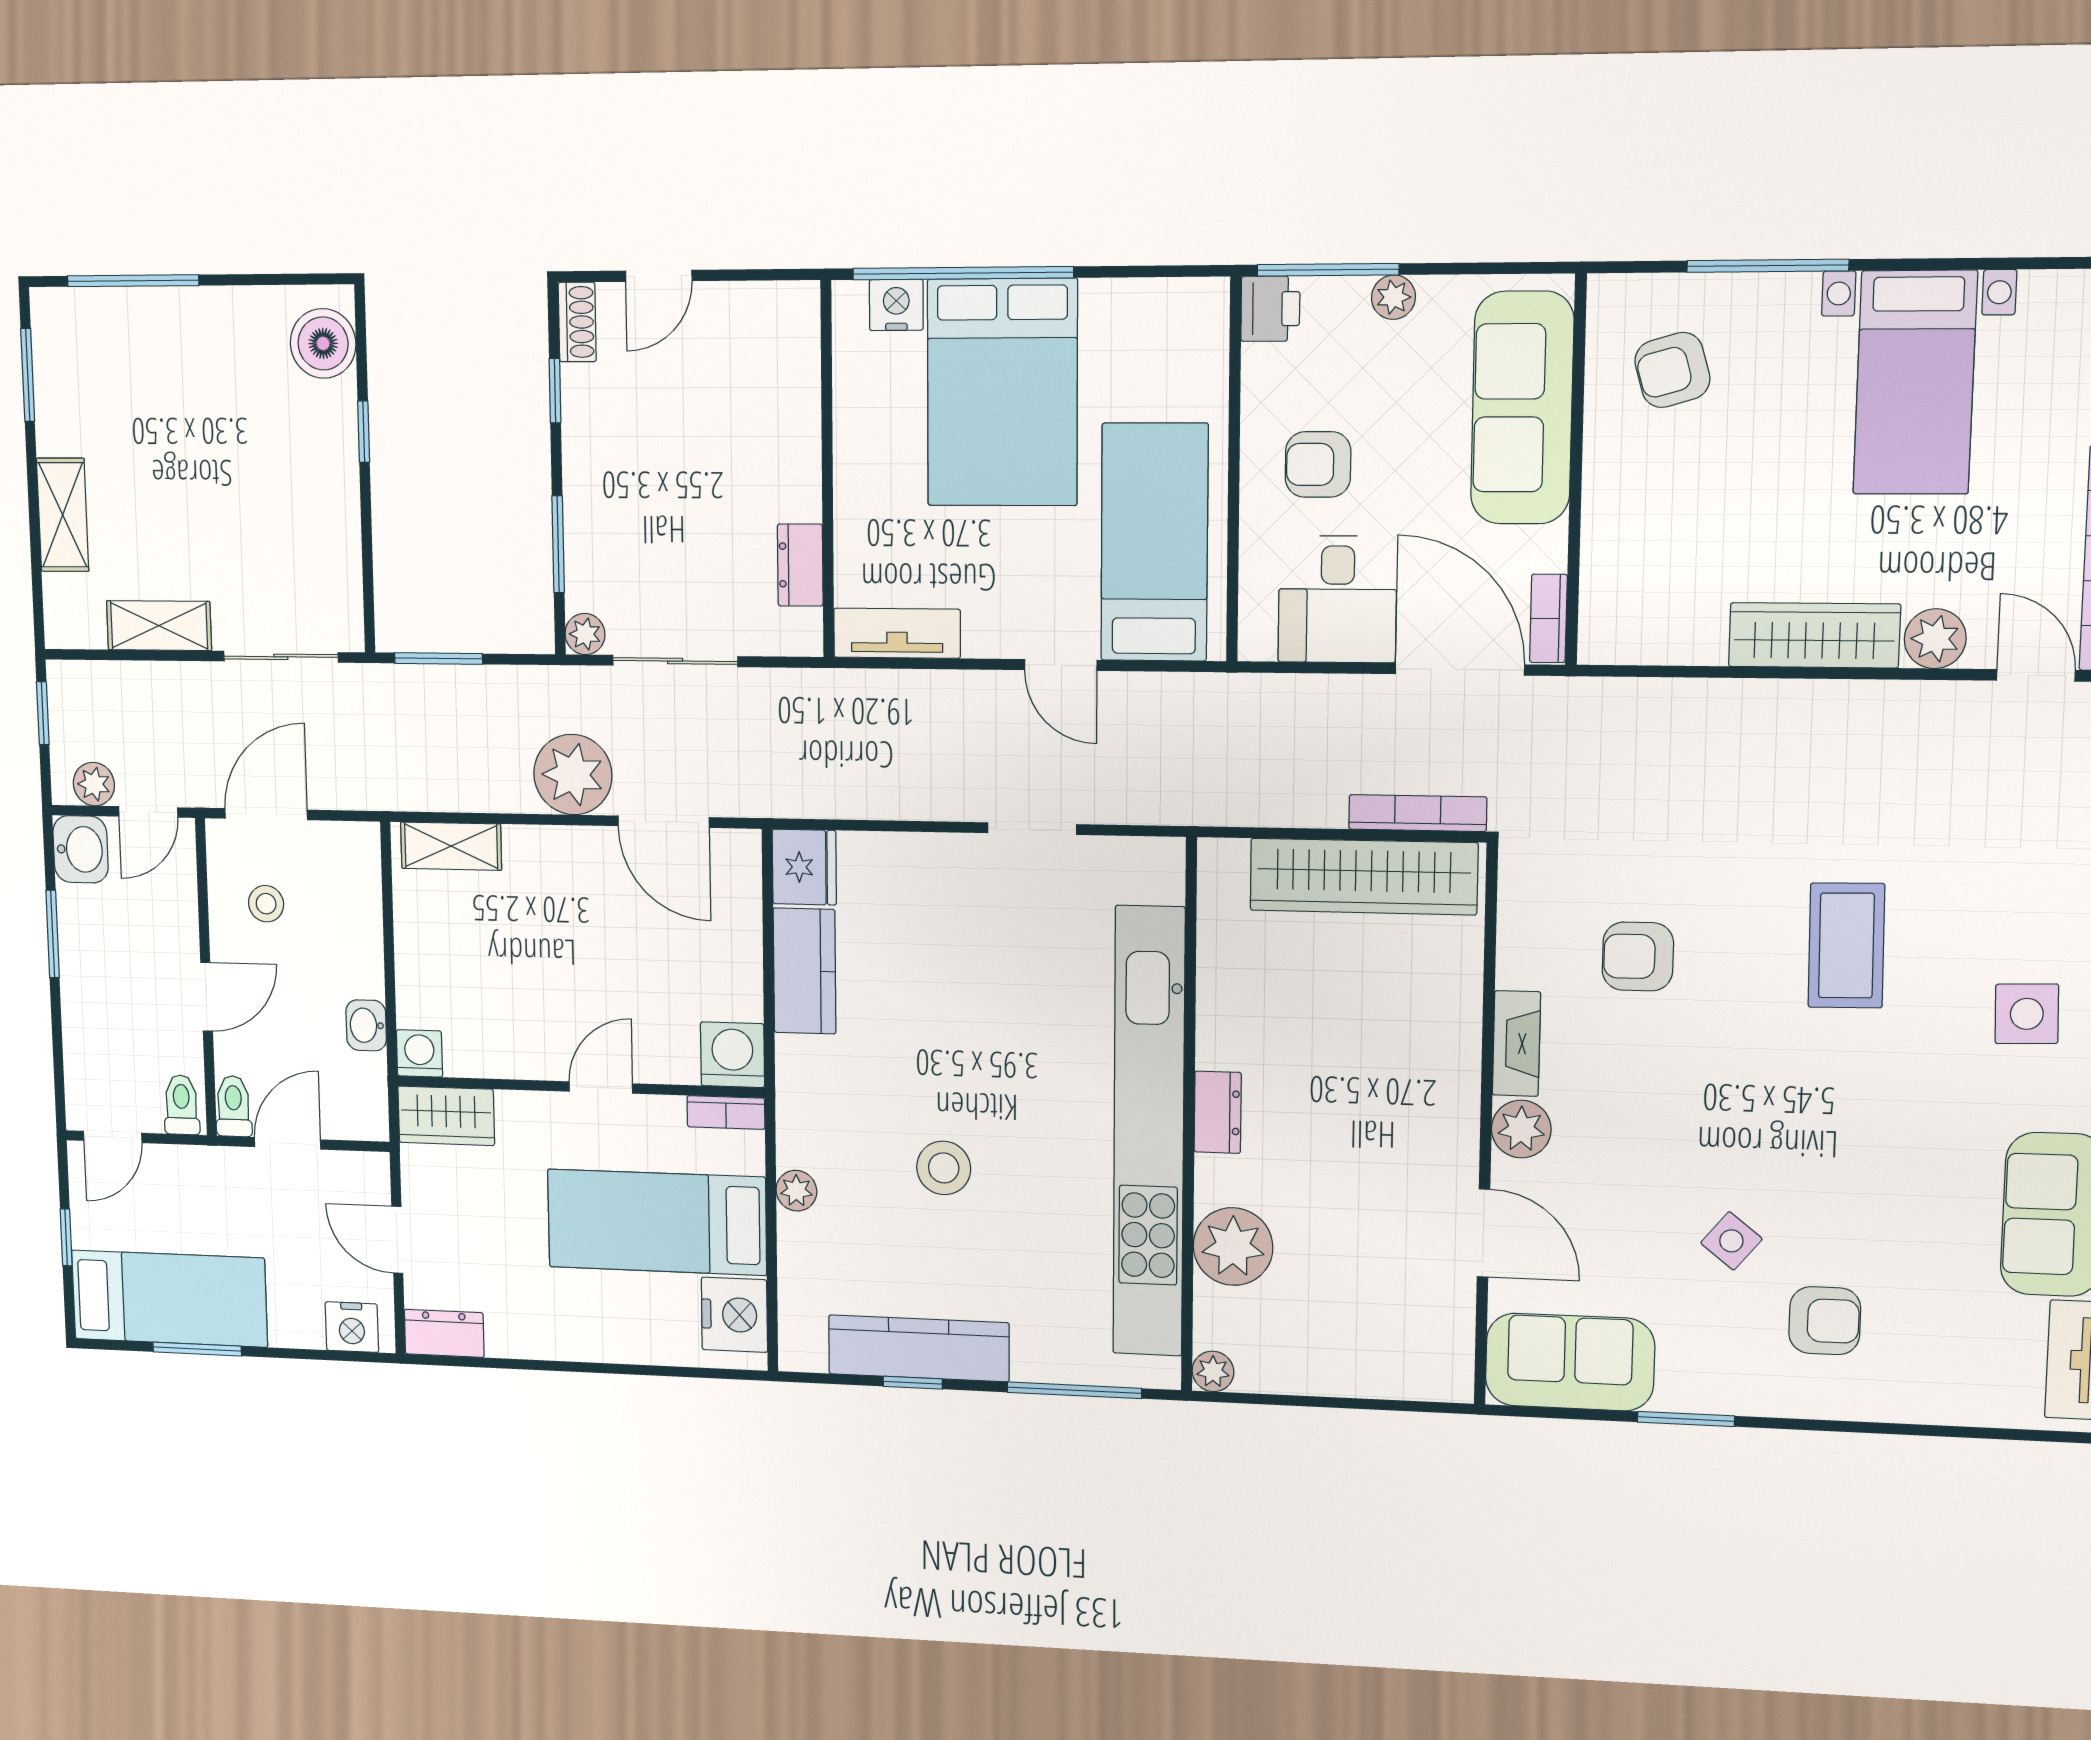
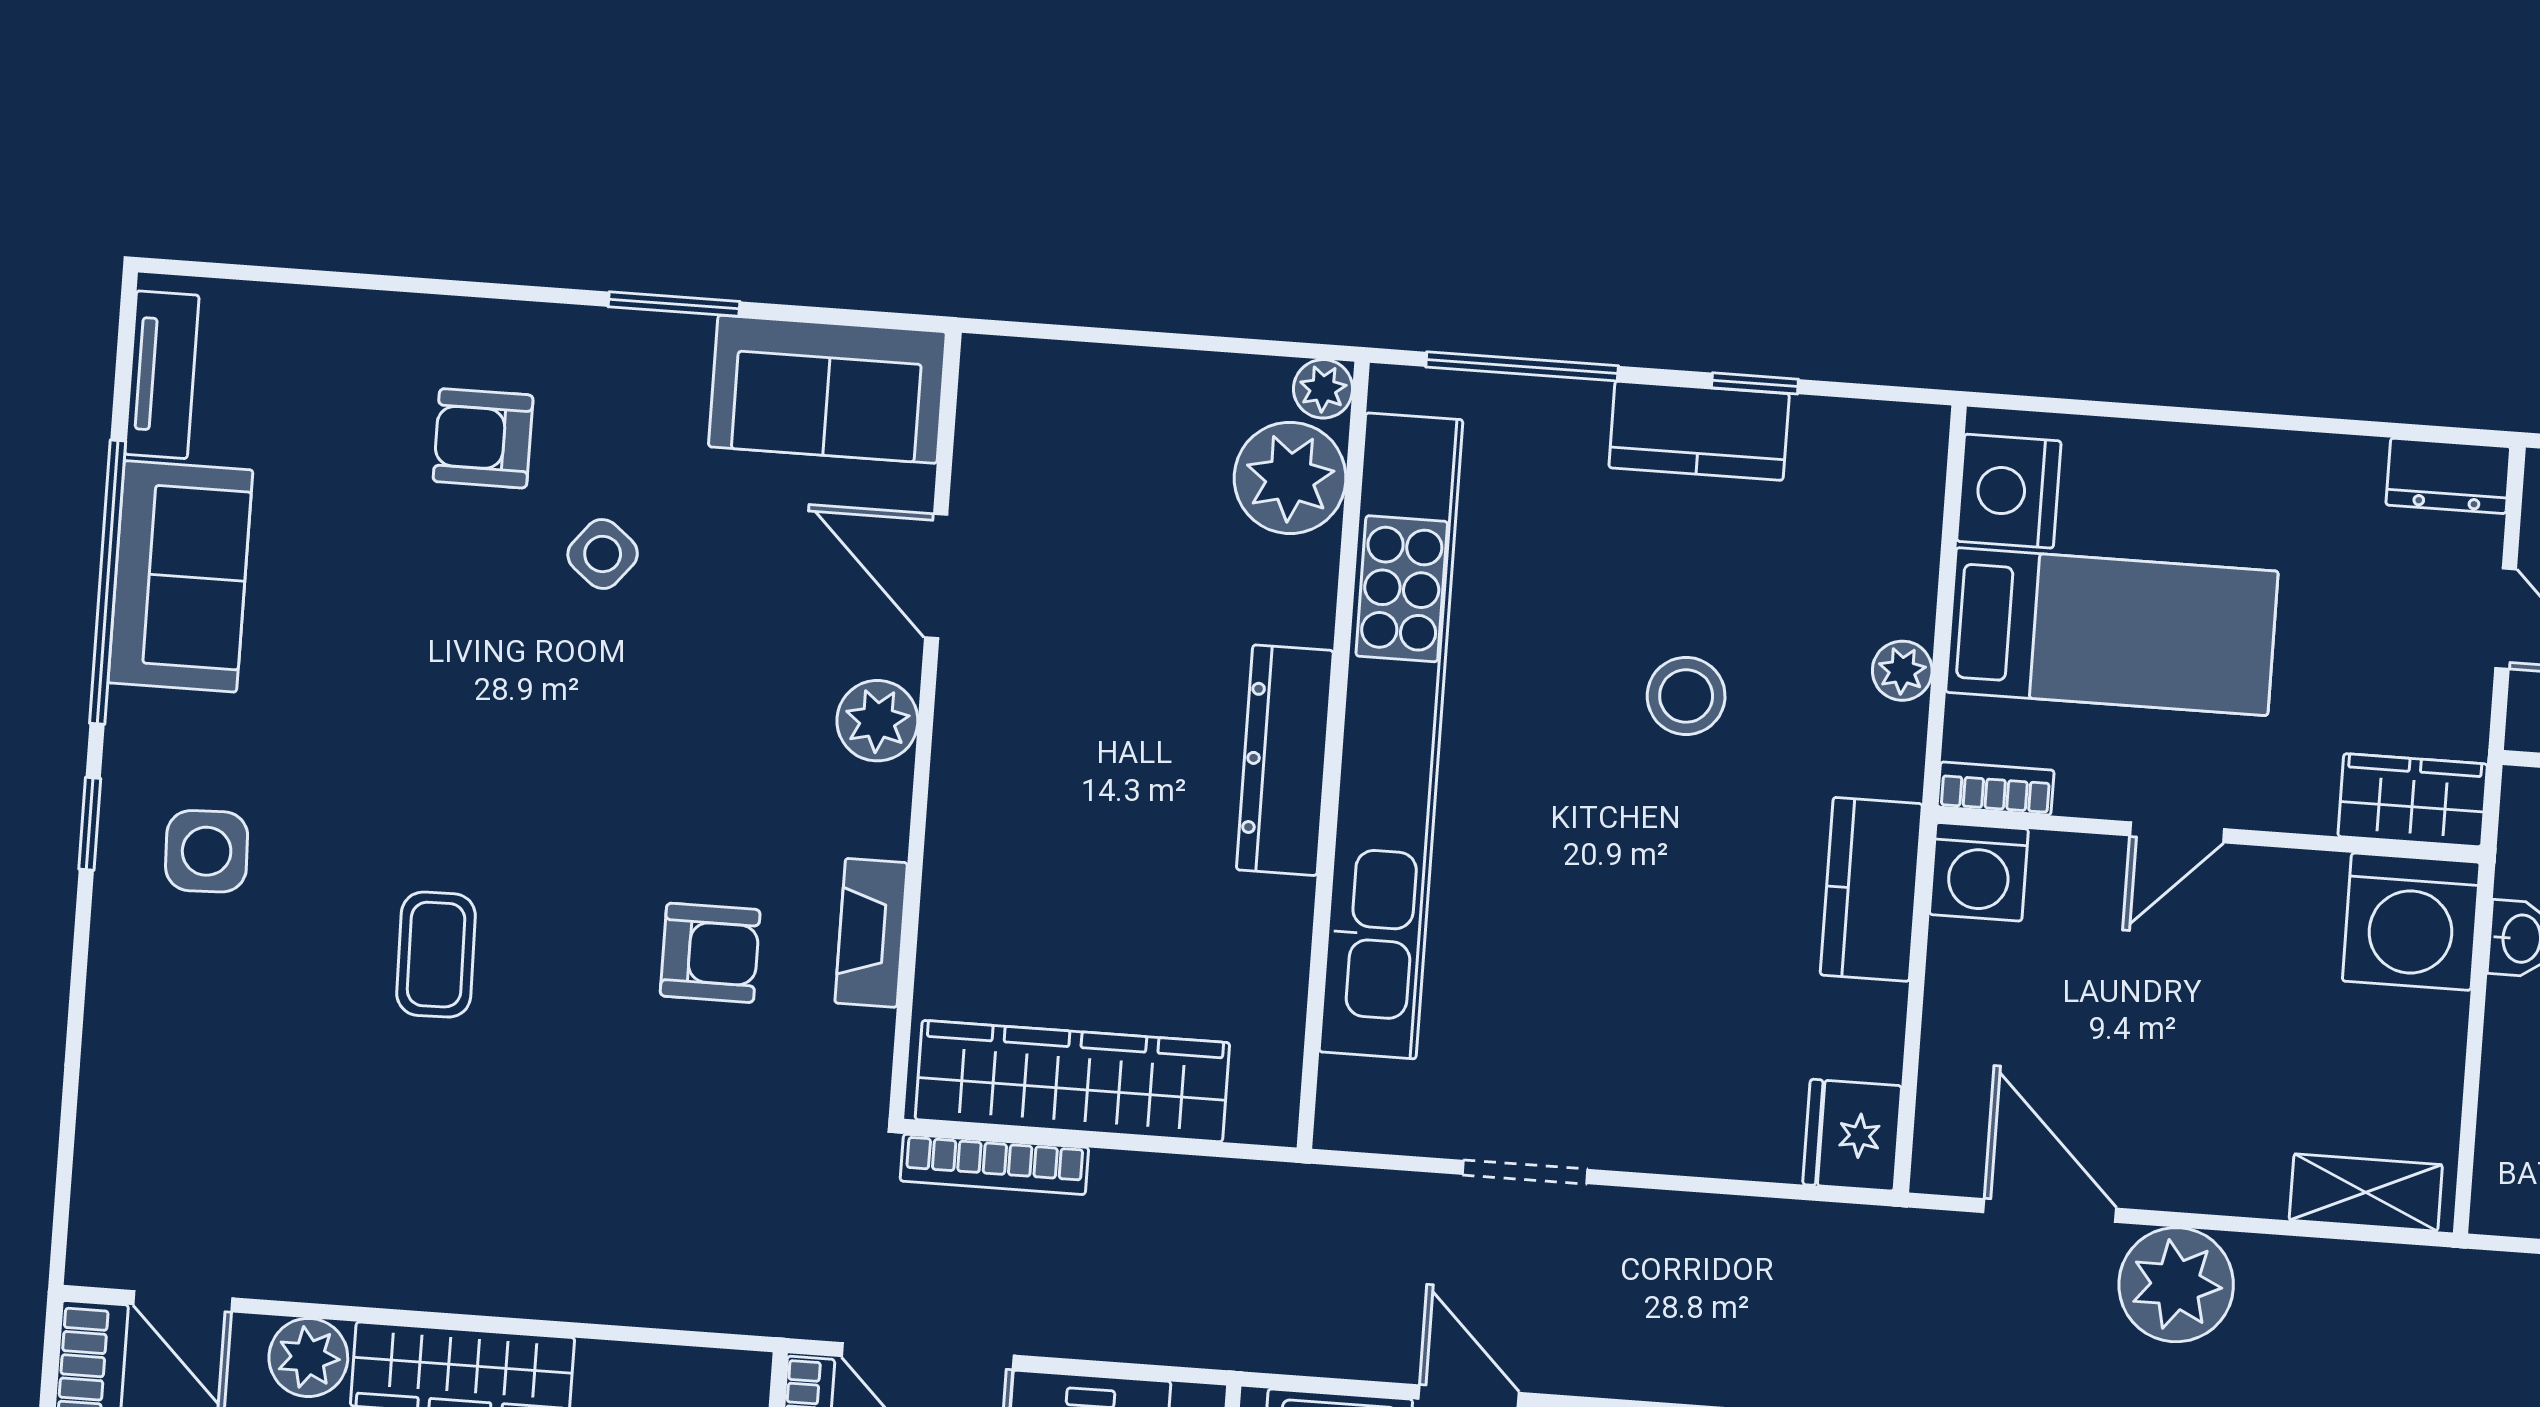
coffee table: (1846, 946) -> (436, 955), width x0.73, depth x0.77
kitchen counter: (805, 971) -> (1871, 889), moved
fireplace: (1516, 1043) -> (871, 933), moved
washing machine: (419, 1053) -> (2411, 922), width x1.89, depth x1.89
dresser: (1218, 1112) -> (1285, 760), width x1.96, depth x1.24
plant: (1233, 1247) -> (1290, 478), moved
kitchen counter: (919, 1348) -> (1699, 431), width x0.67

